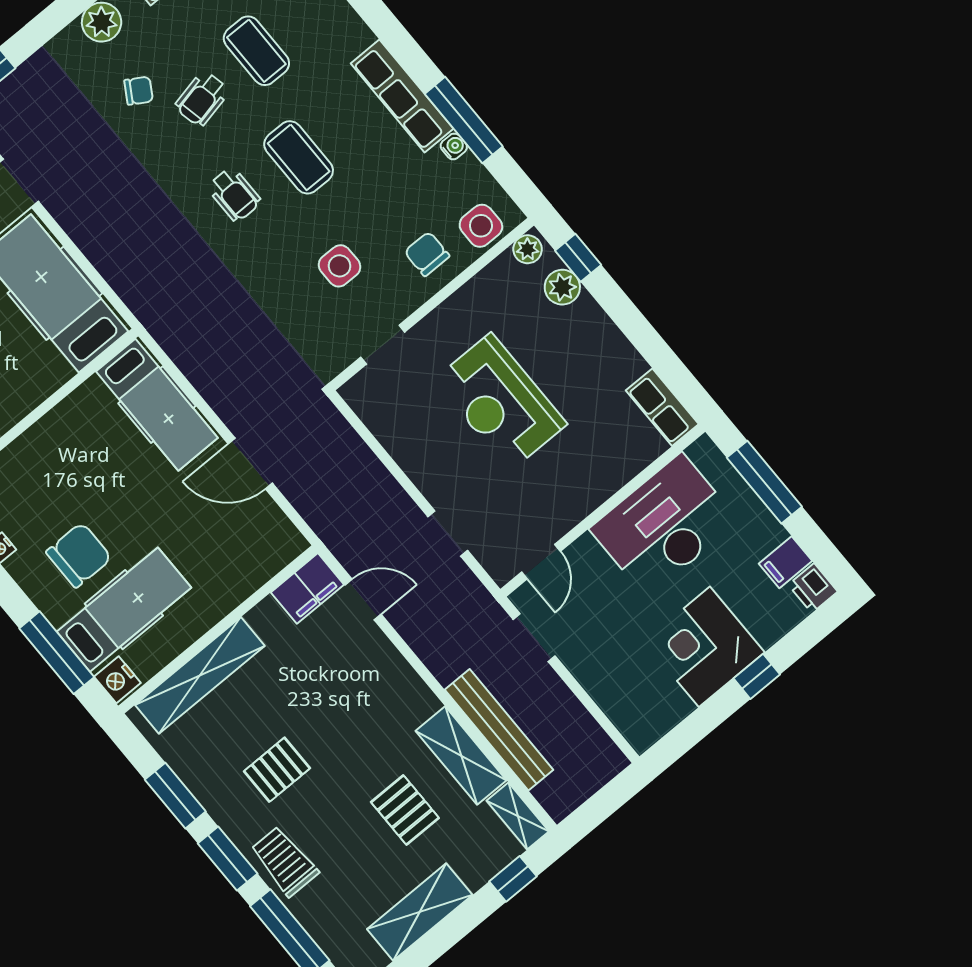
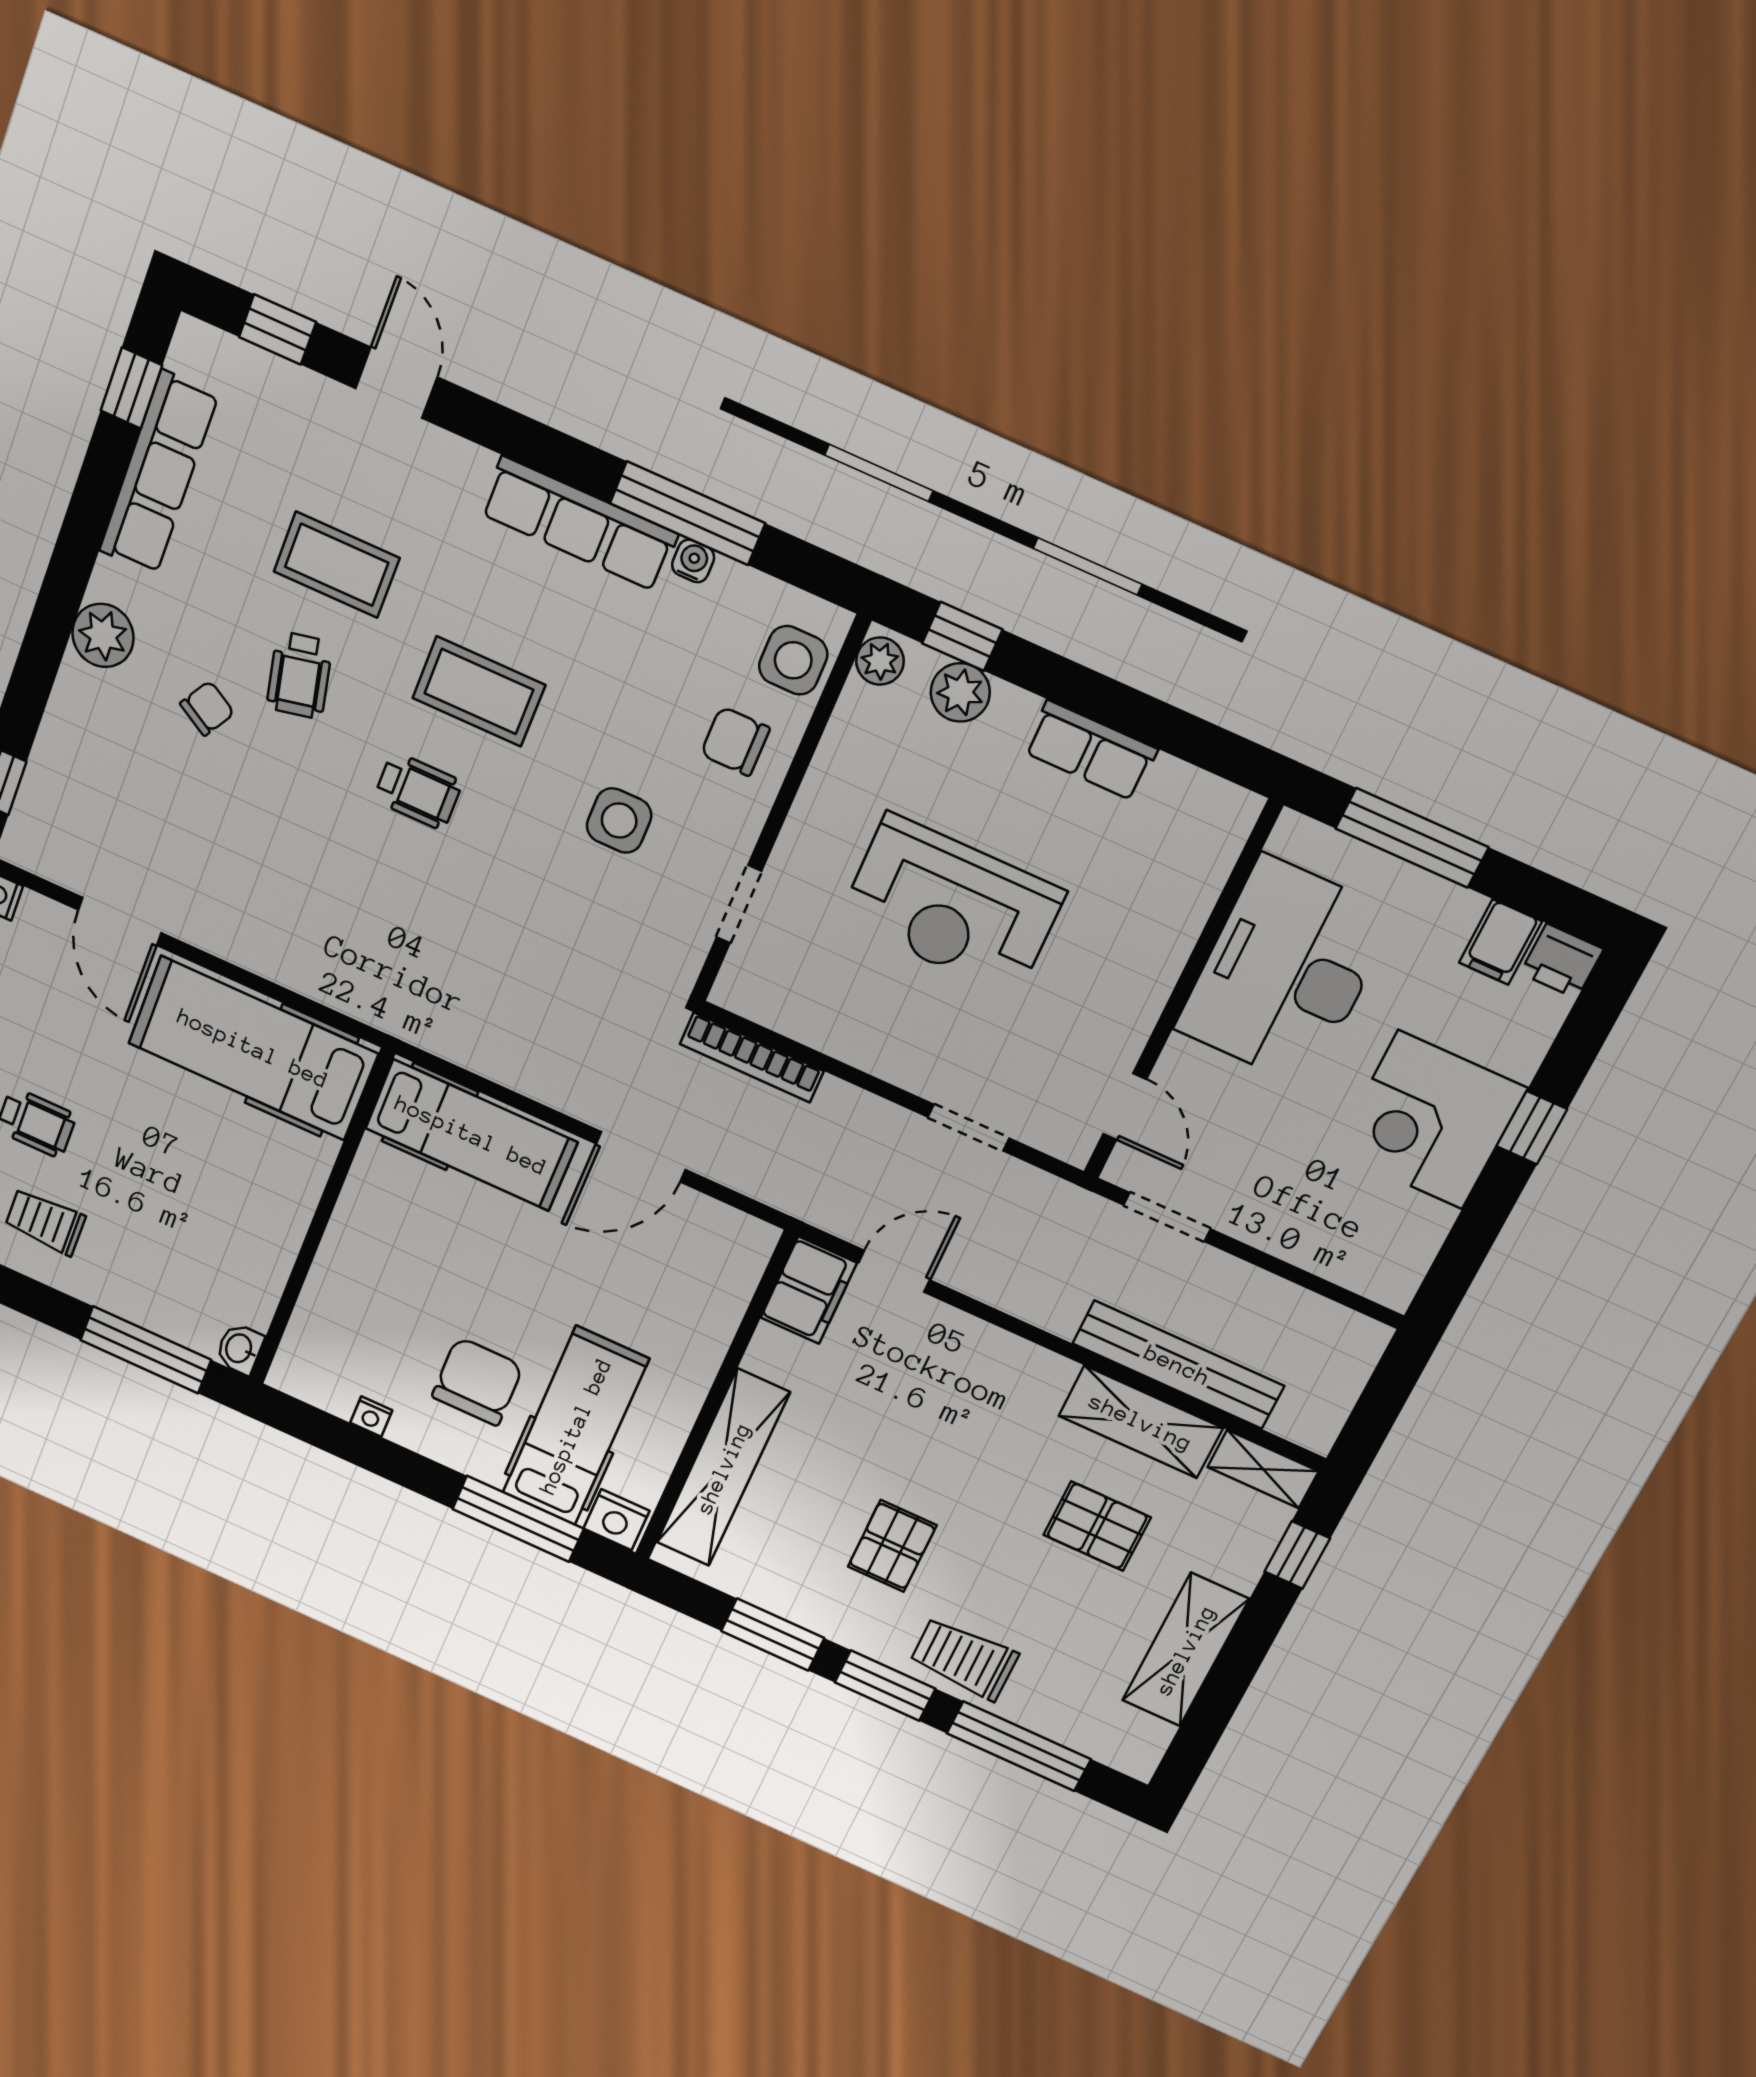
row of seats: (662, 407) -> (1090, 751), moved
bookcase: (345, 435) -> (752, 1057), added

